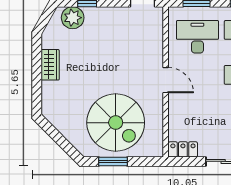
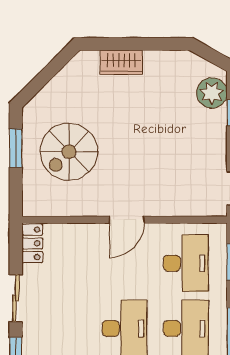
wardrobe: (50, 65) -> (121, 62), moved
spiral stairs: (116, 123) -> (69, 152), width x0.73, depth x0.73

